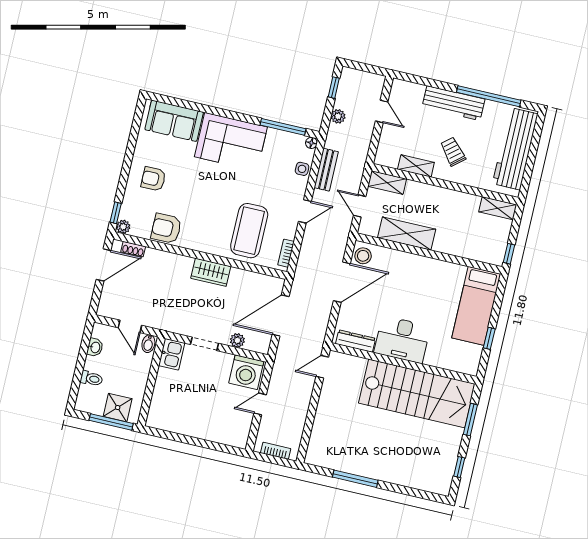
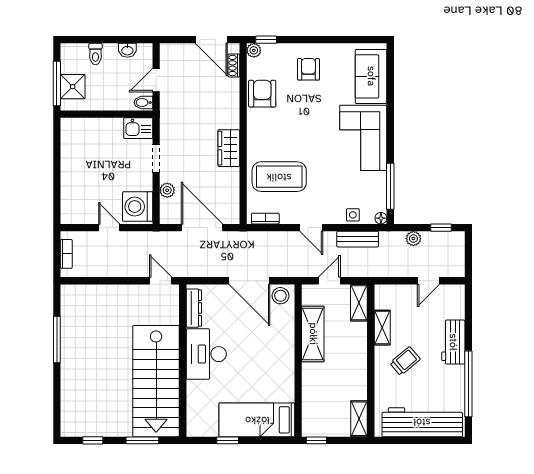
workbench: (453, 103) -> (453, 342), width x0.73

